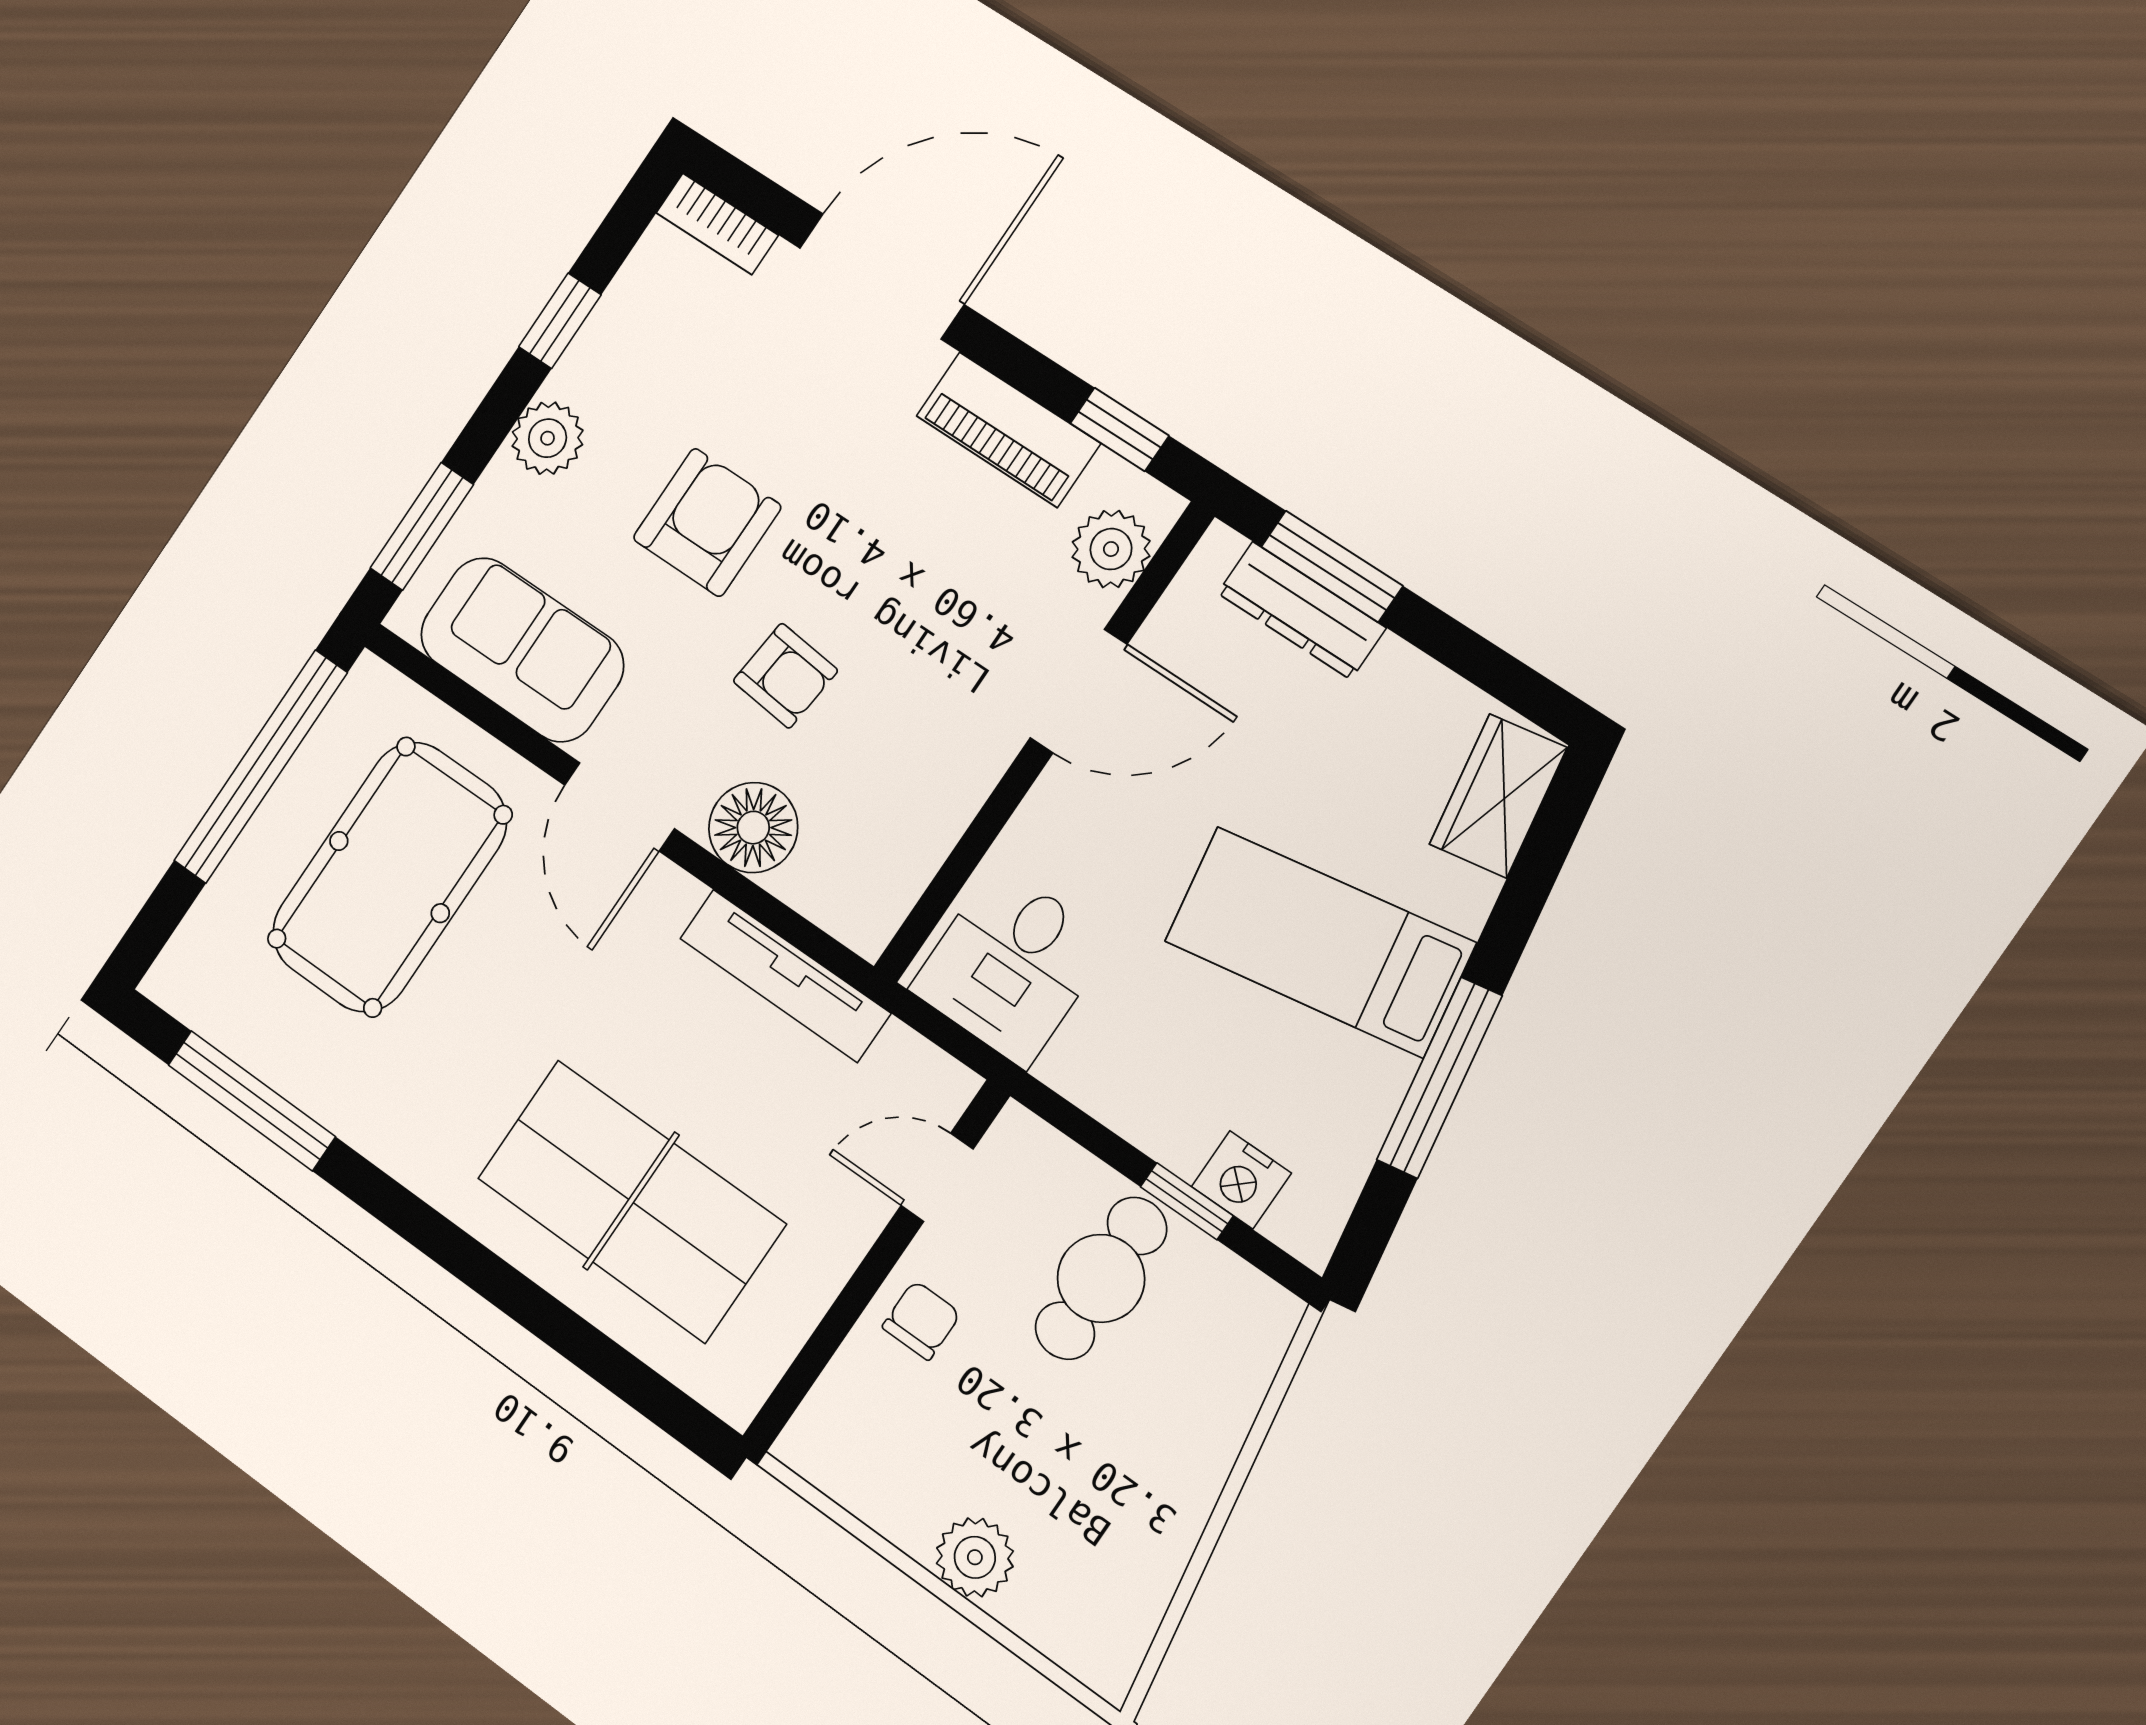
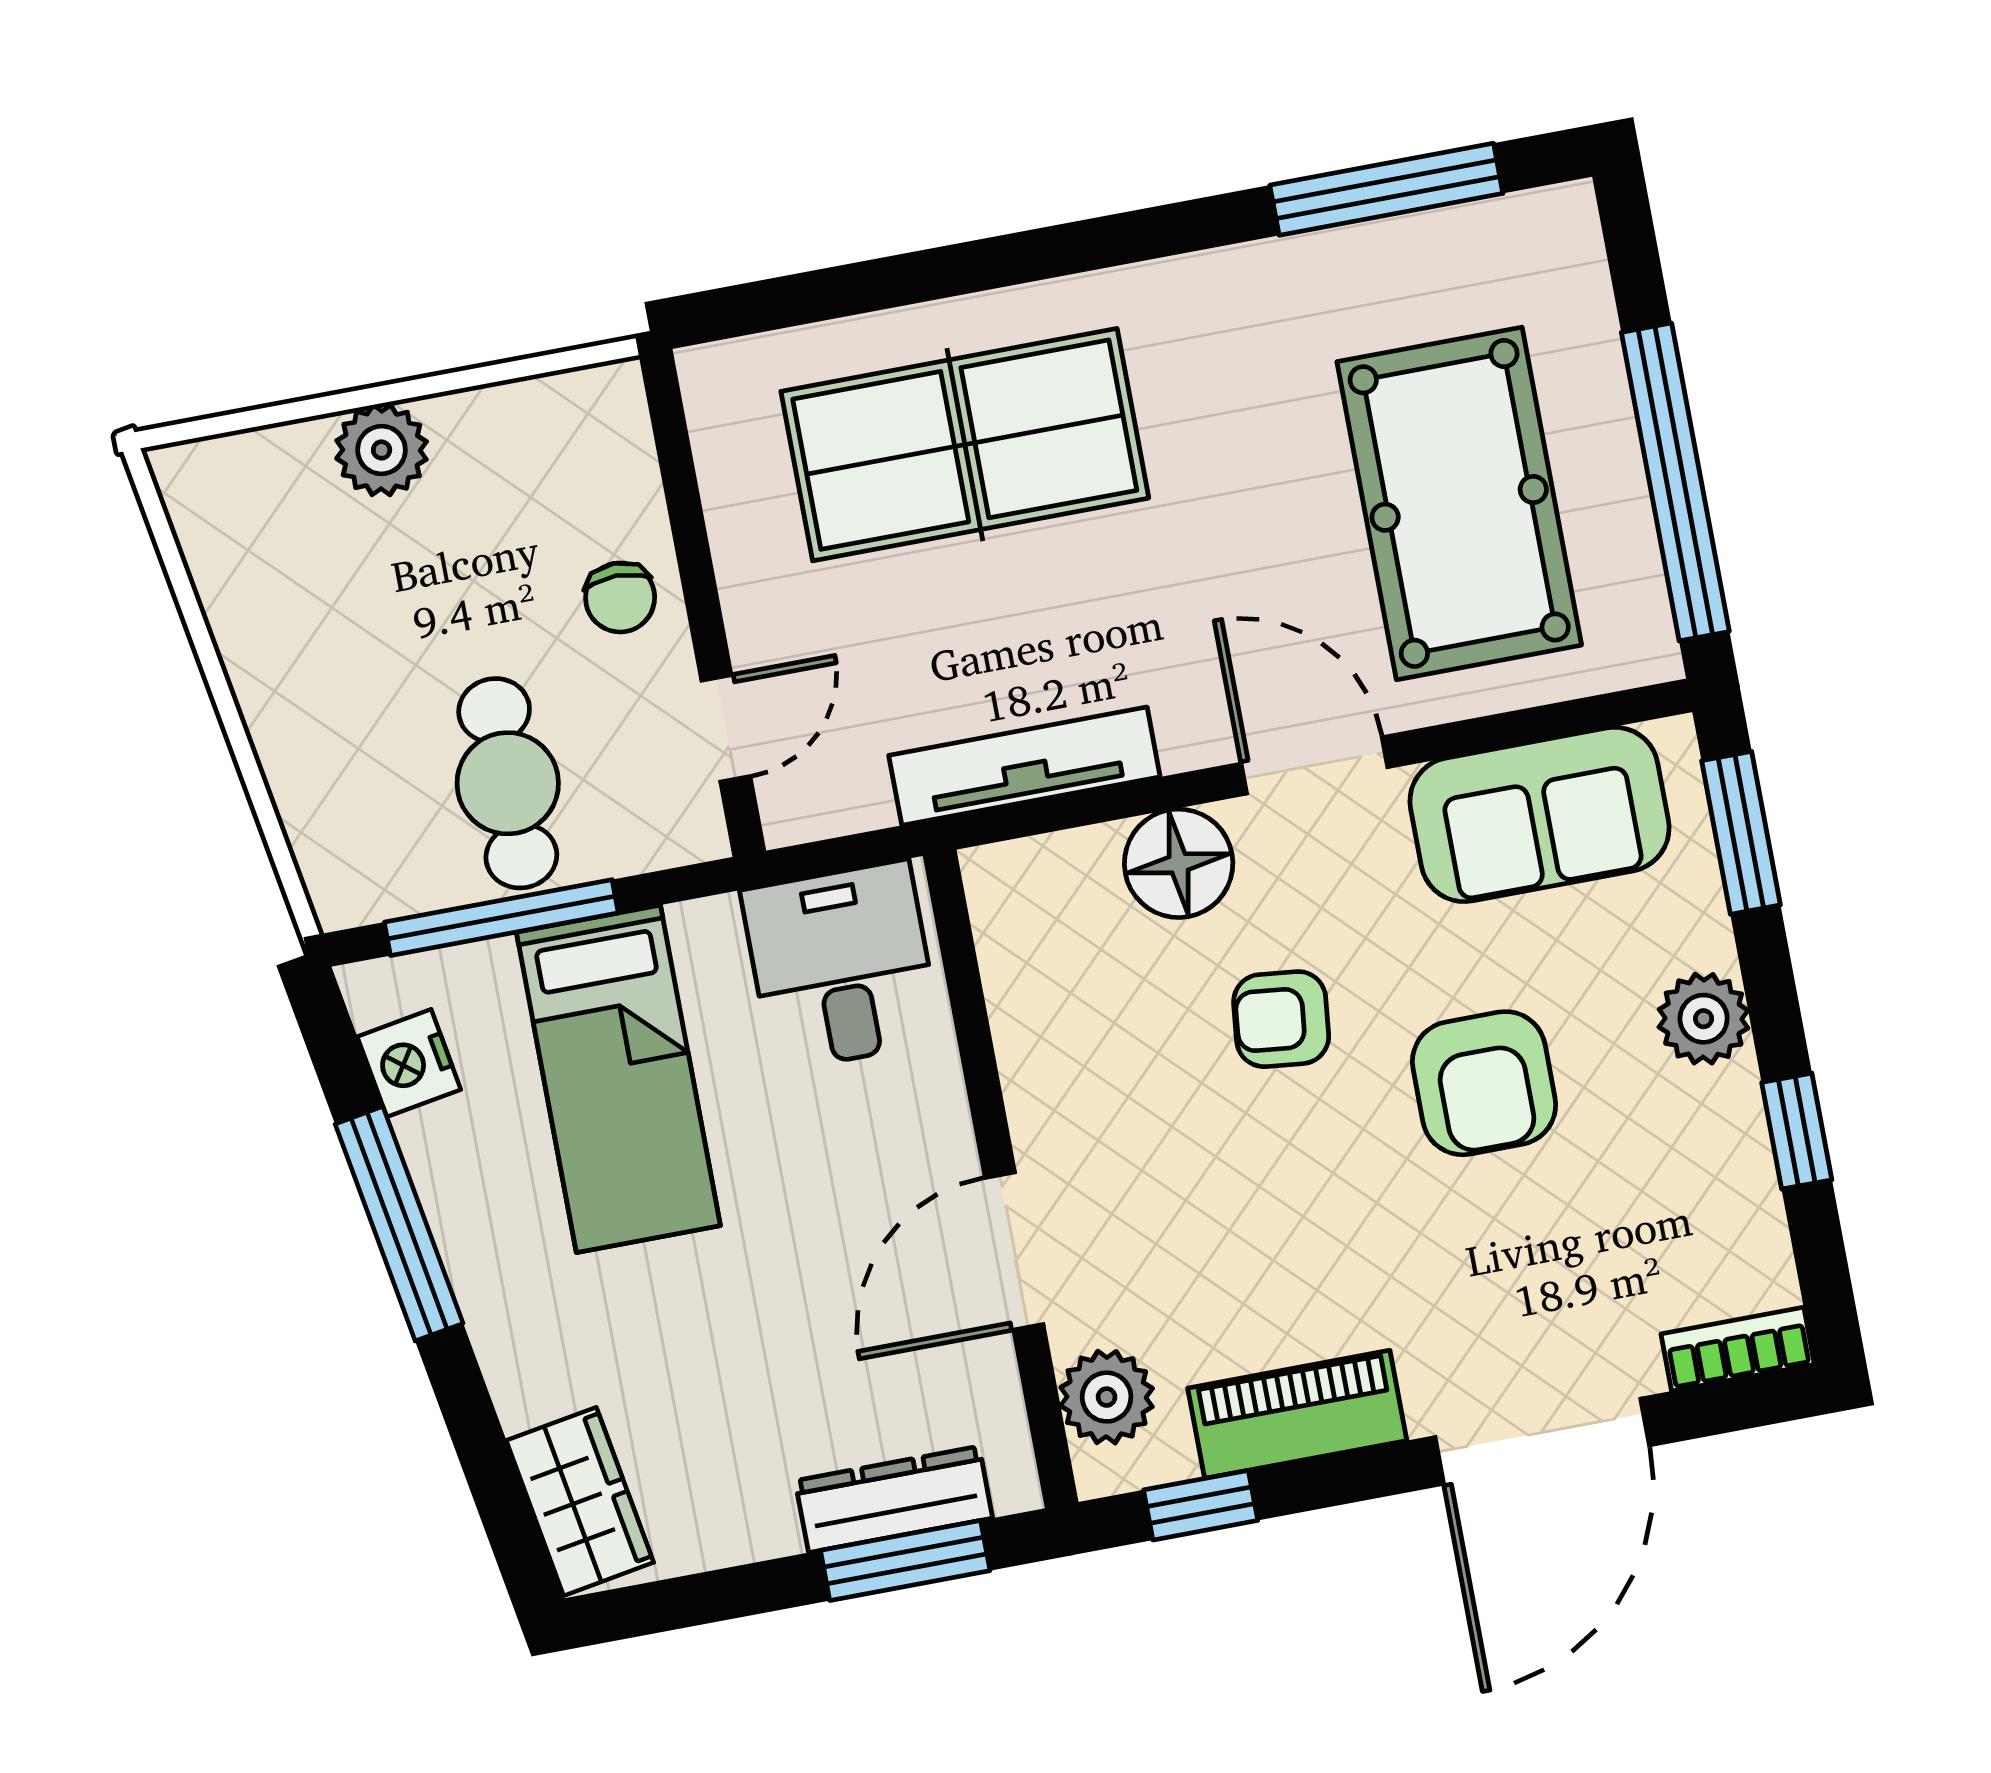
bed: (1320, 942) -> (618, 1079), moved, turned 100
nightstand: (1241, 1180) -> (409, 1063), moved, turned -100
window: (1187, 1201) -> (501, 918), width x2.17

